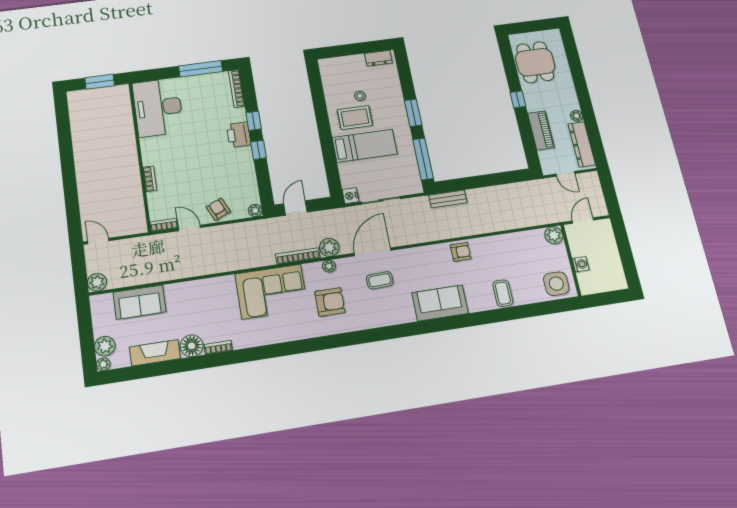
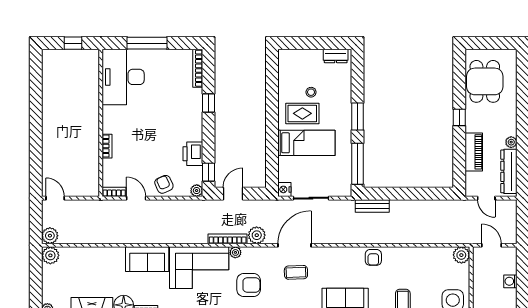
window: (201, 69) -> (147, 43), moved
window: (100, 82) -> (73, 43), width x0.67
printer: (239, 135) -> (193, 154), moved
window: (258, 150) -> (208, 172), moved
door: (583, 220) -> (491, 245), hinge flipped
armchair: (461, 252) -> (373, 257), turned 90
washing machine: (581, 264) -> (510, 281), moved, turned 180
plant: (329, 266) -> (235, 252), moved
sofa: (140, 302) -> (147, 259), moved
plant: (105, 346) -> (50, 255), moved

